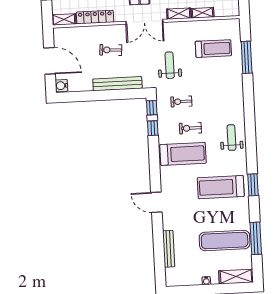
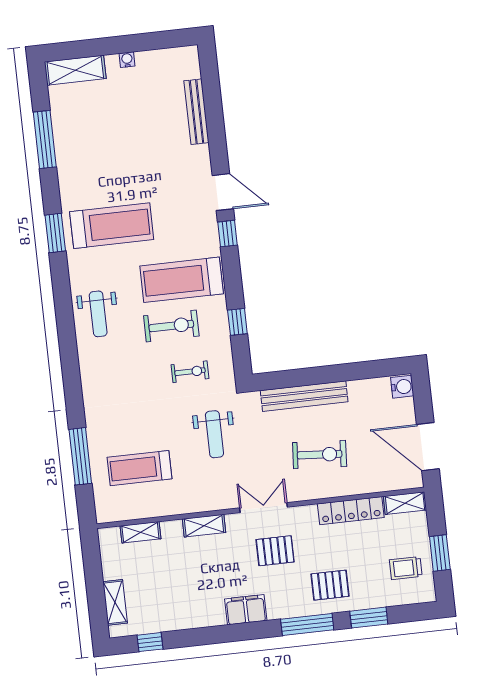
shelving: (203, 13) -> (140, 532), moved
double door: (144, 22) -> (263, 508), width x0.73
exercise bike: (111, 50) -> (320, 455), width x1.38, depth x1.39
door: (50, 61) -> (428, 447), moved
window: (152, 108) -> (228, 234), moved
exercise bike: (190, 128) -> (171, 326), width x1.38, depth x1.39
exercise mat: (225, 240) -> (99, 132), removed

